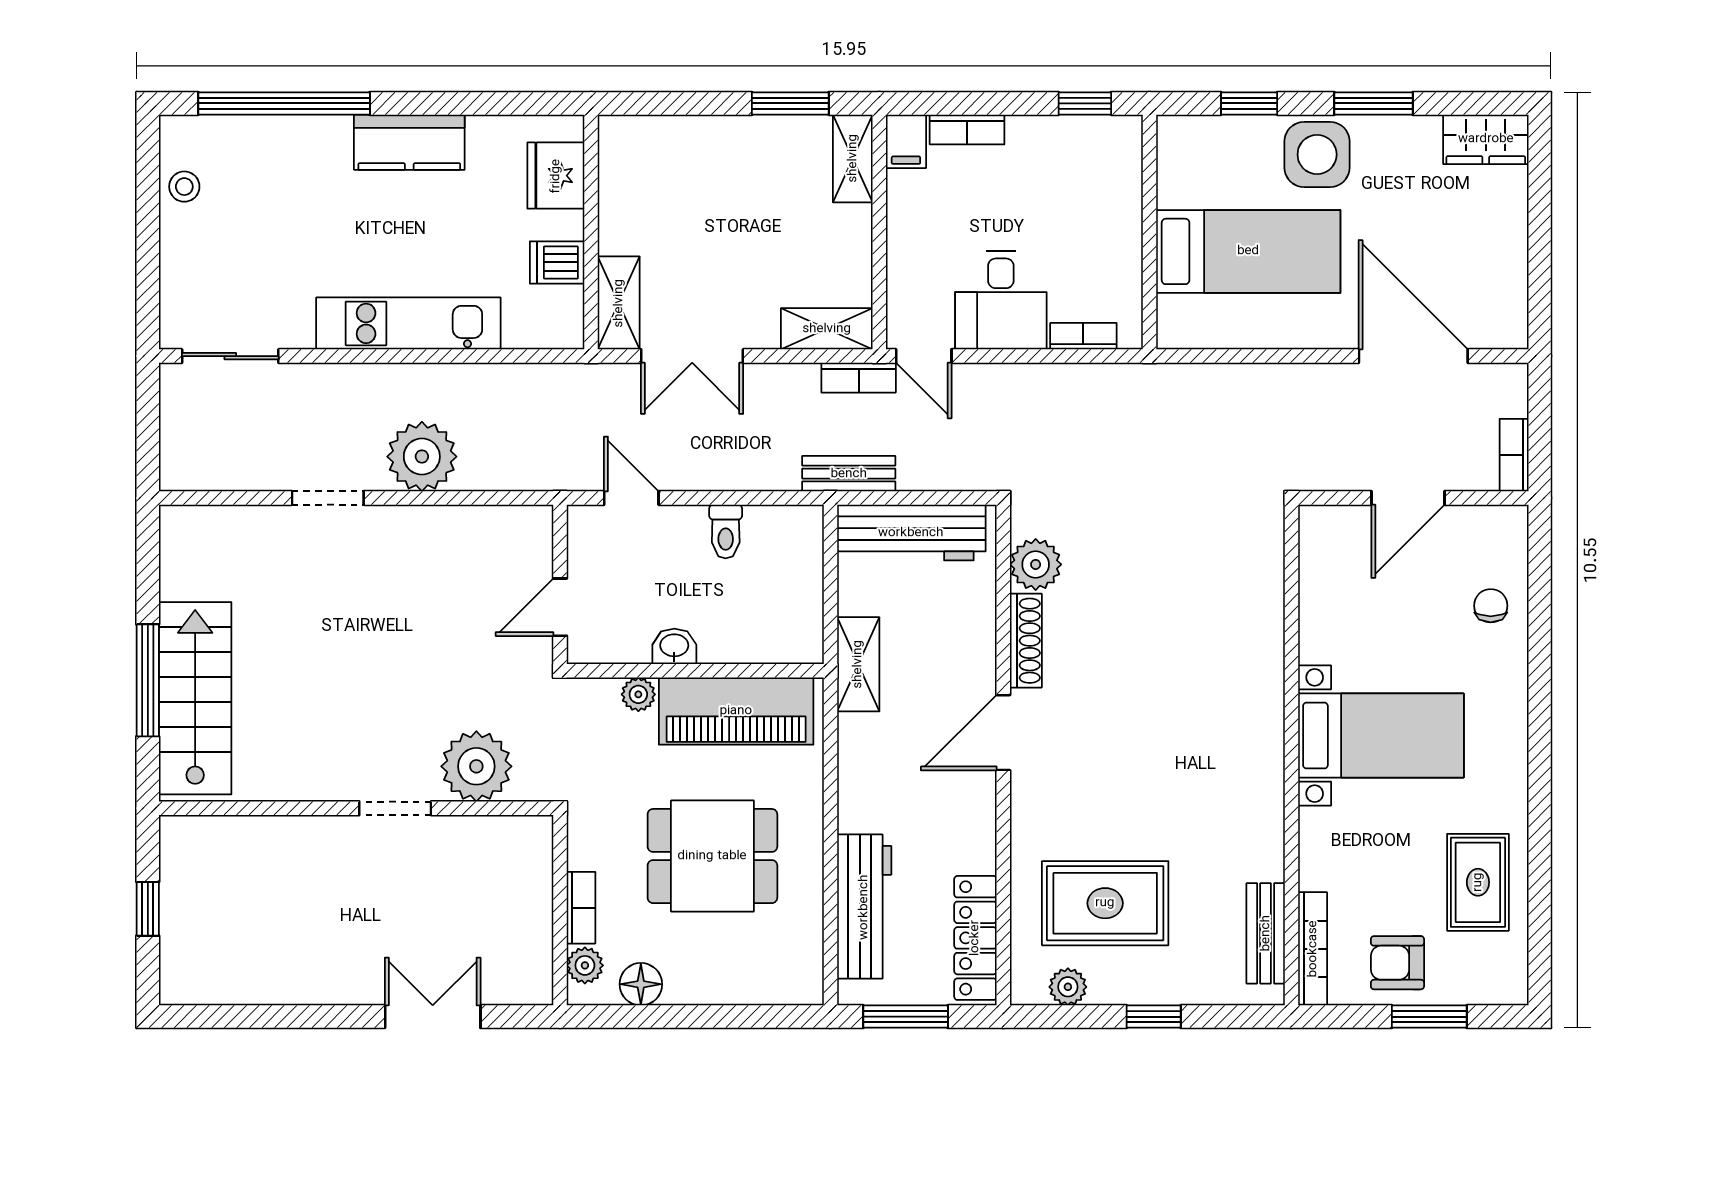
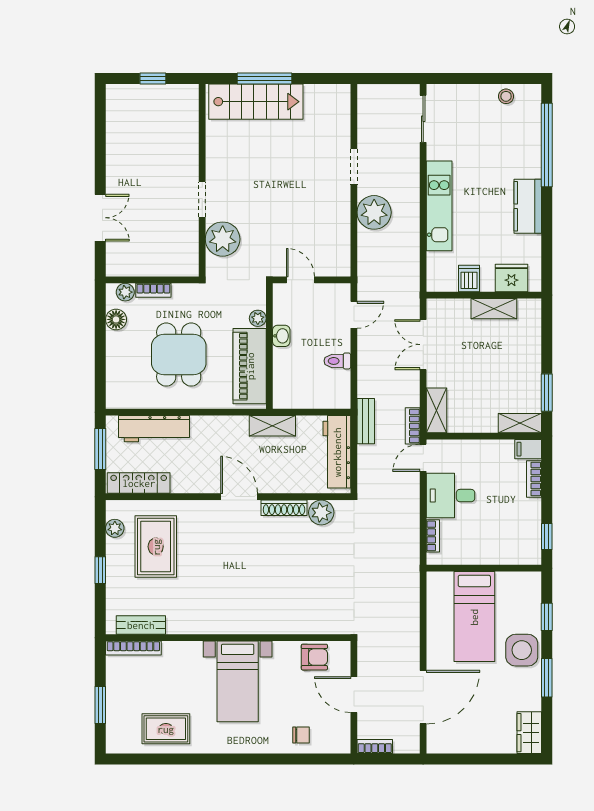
shelving: (619, 303) -> (494, 309), moved
armchair: (1397, 963) -> (314, 657), moved, turned 90

